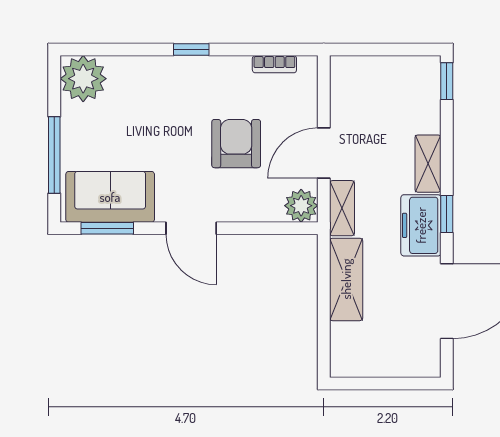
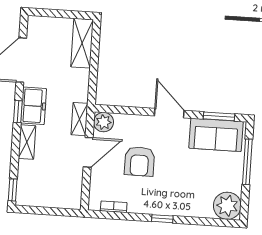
shelving: (346, 279) -> (82, 43), moved

